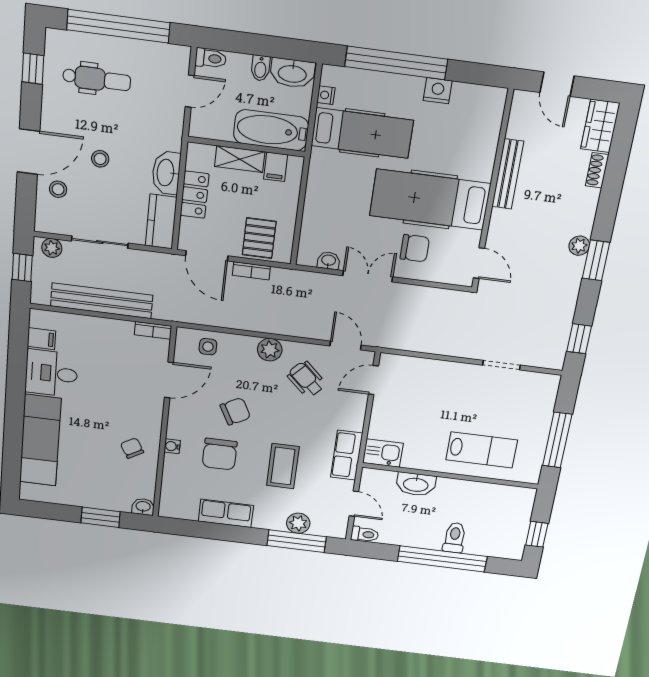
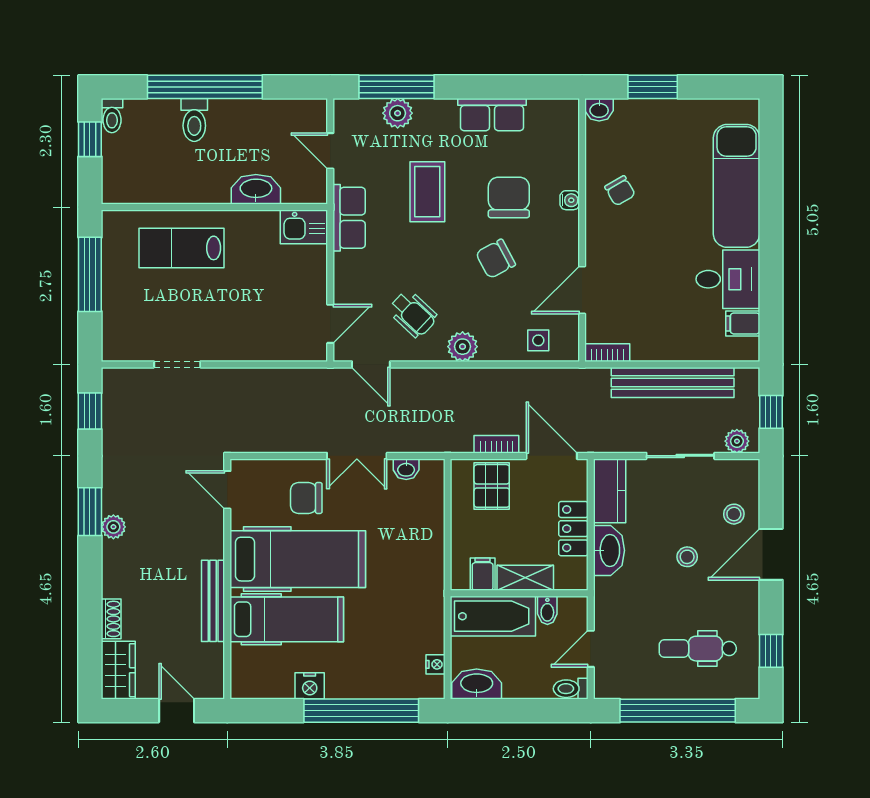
bidet: (260, 68) -> (547, 610), moved, turned 180
hospital bed: (362, 133) -> (287, 619), moved, turned 180
toilet: (365, 534) -> (112, 116), moved, turned -90

